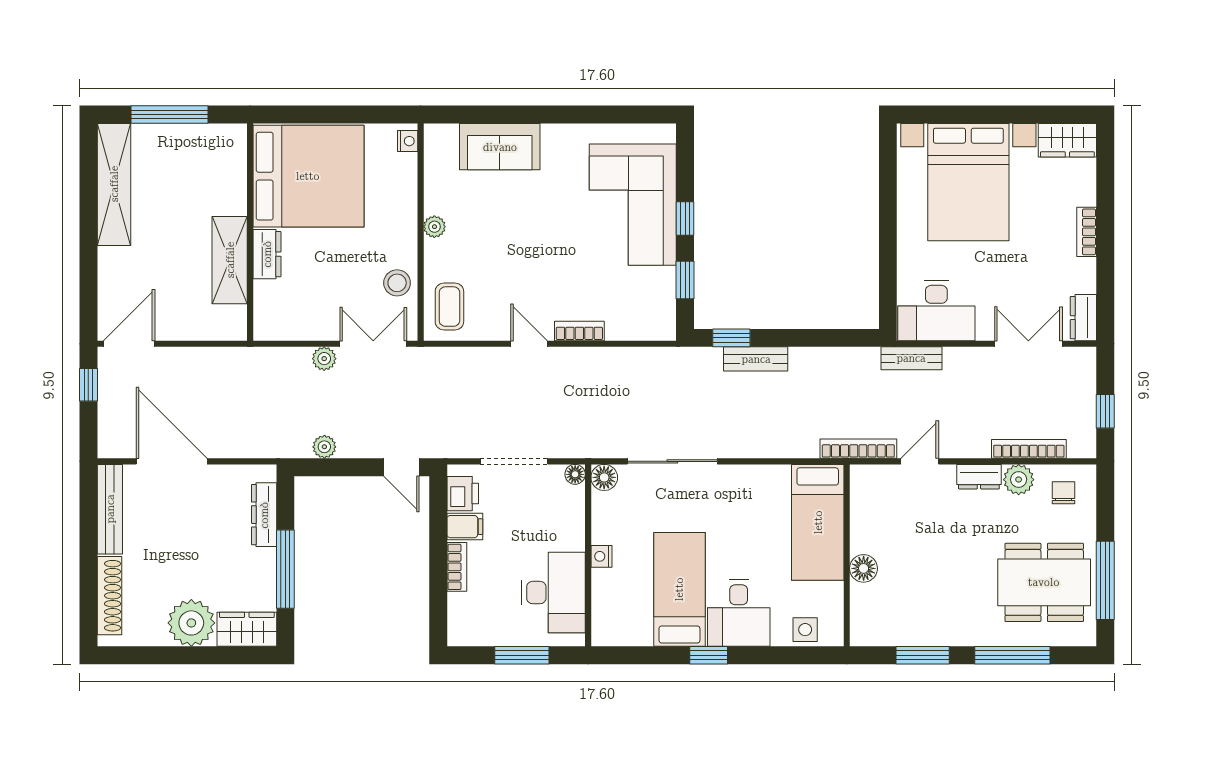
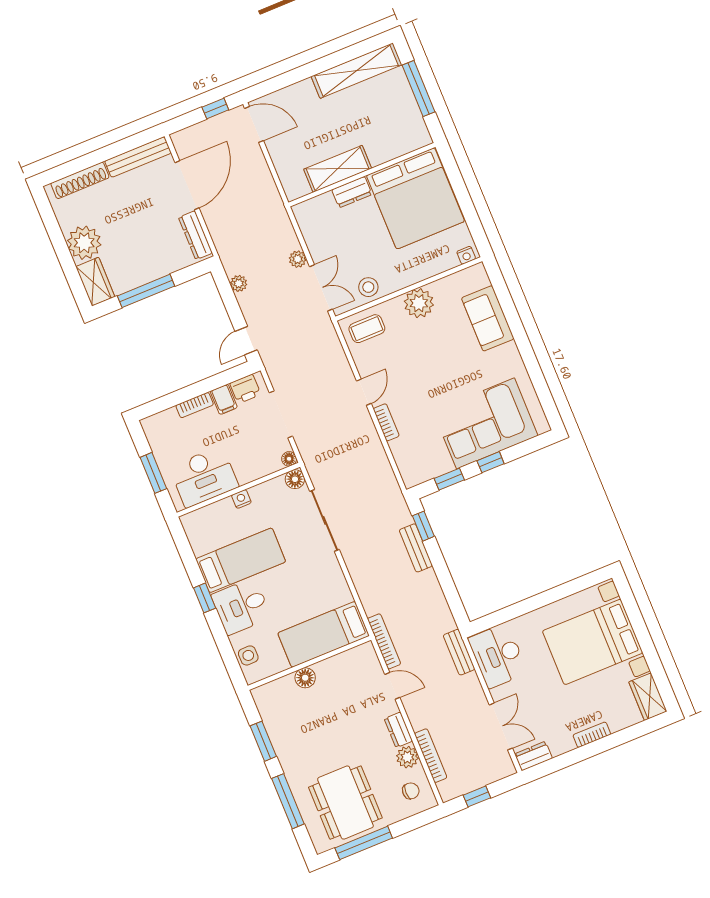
plant: (434, 227) -> (419, 303), width x1.87, depth x1.87
dresser: (264, 515) -> (195, 235), moved, turned -90

